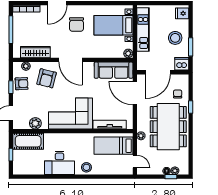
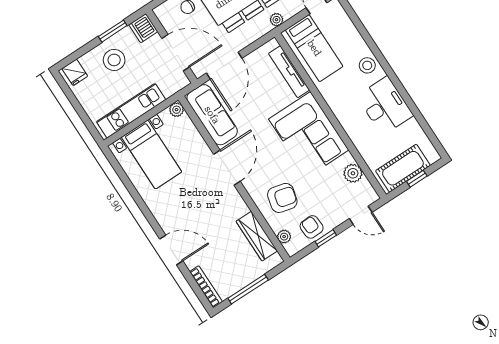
chair: (76, 24) -> (183, 205), removed
door: (70, 60) -> (227, 168), moved
cot: (28, 141) -> (403, 168), moved, turned 90

